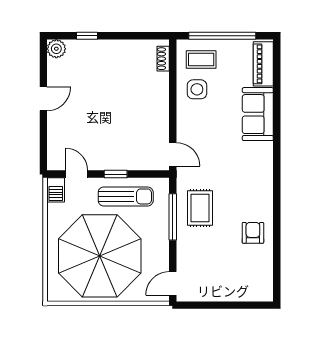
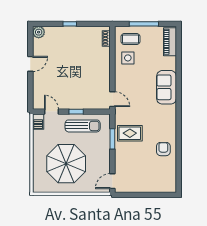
window: (87, 36) -> (70, 24), moved
window: (222, 36) -> (144, 24), width x0.68
sofa: (258, 114) -> (167, 87), moved
rug: (200, 208) -> (130, 133), turned 90
window: (173, 217) -> (112, 139), width x0.69
parasol: (100, 256) -> (66, 164), width x0.73, depth x0.73

